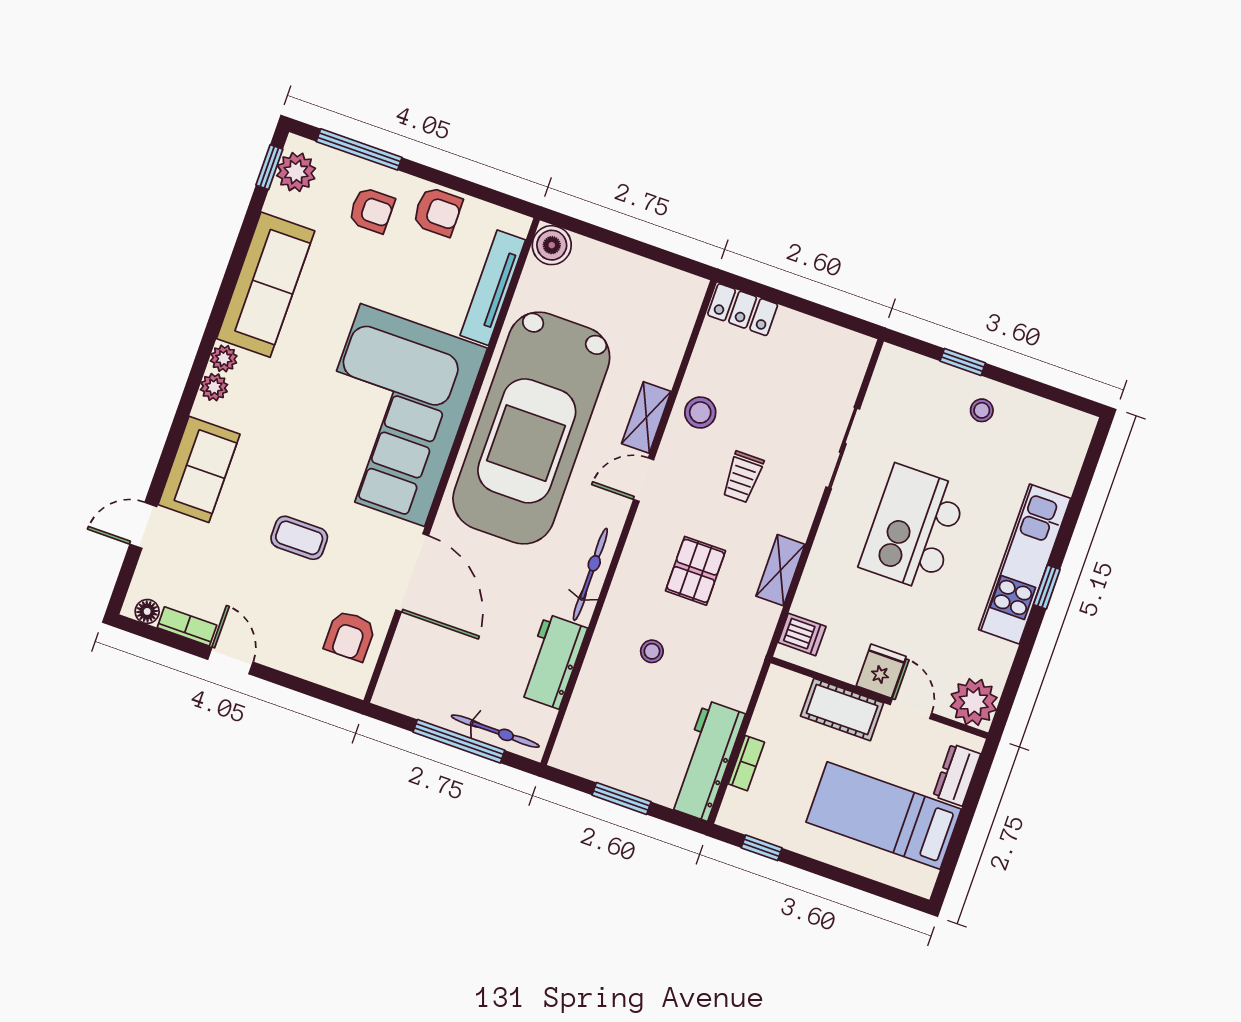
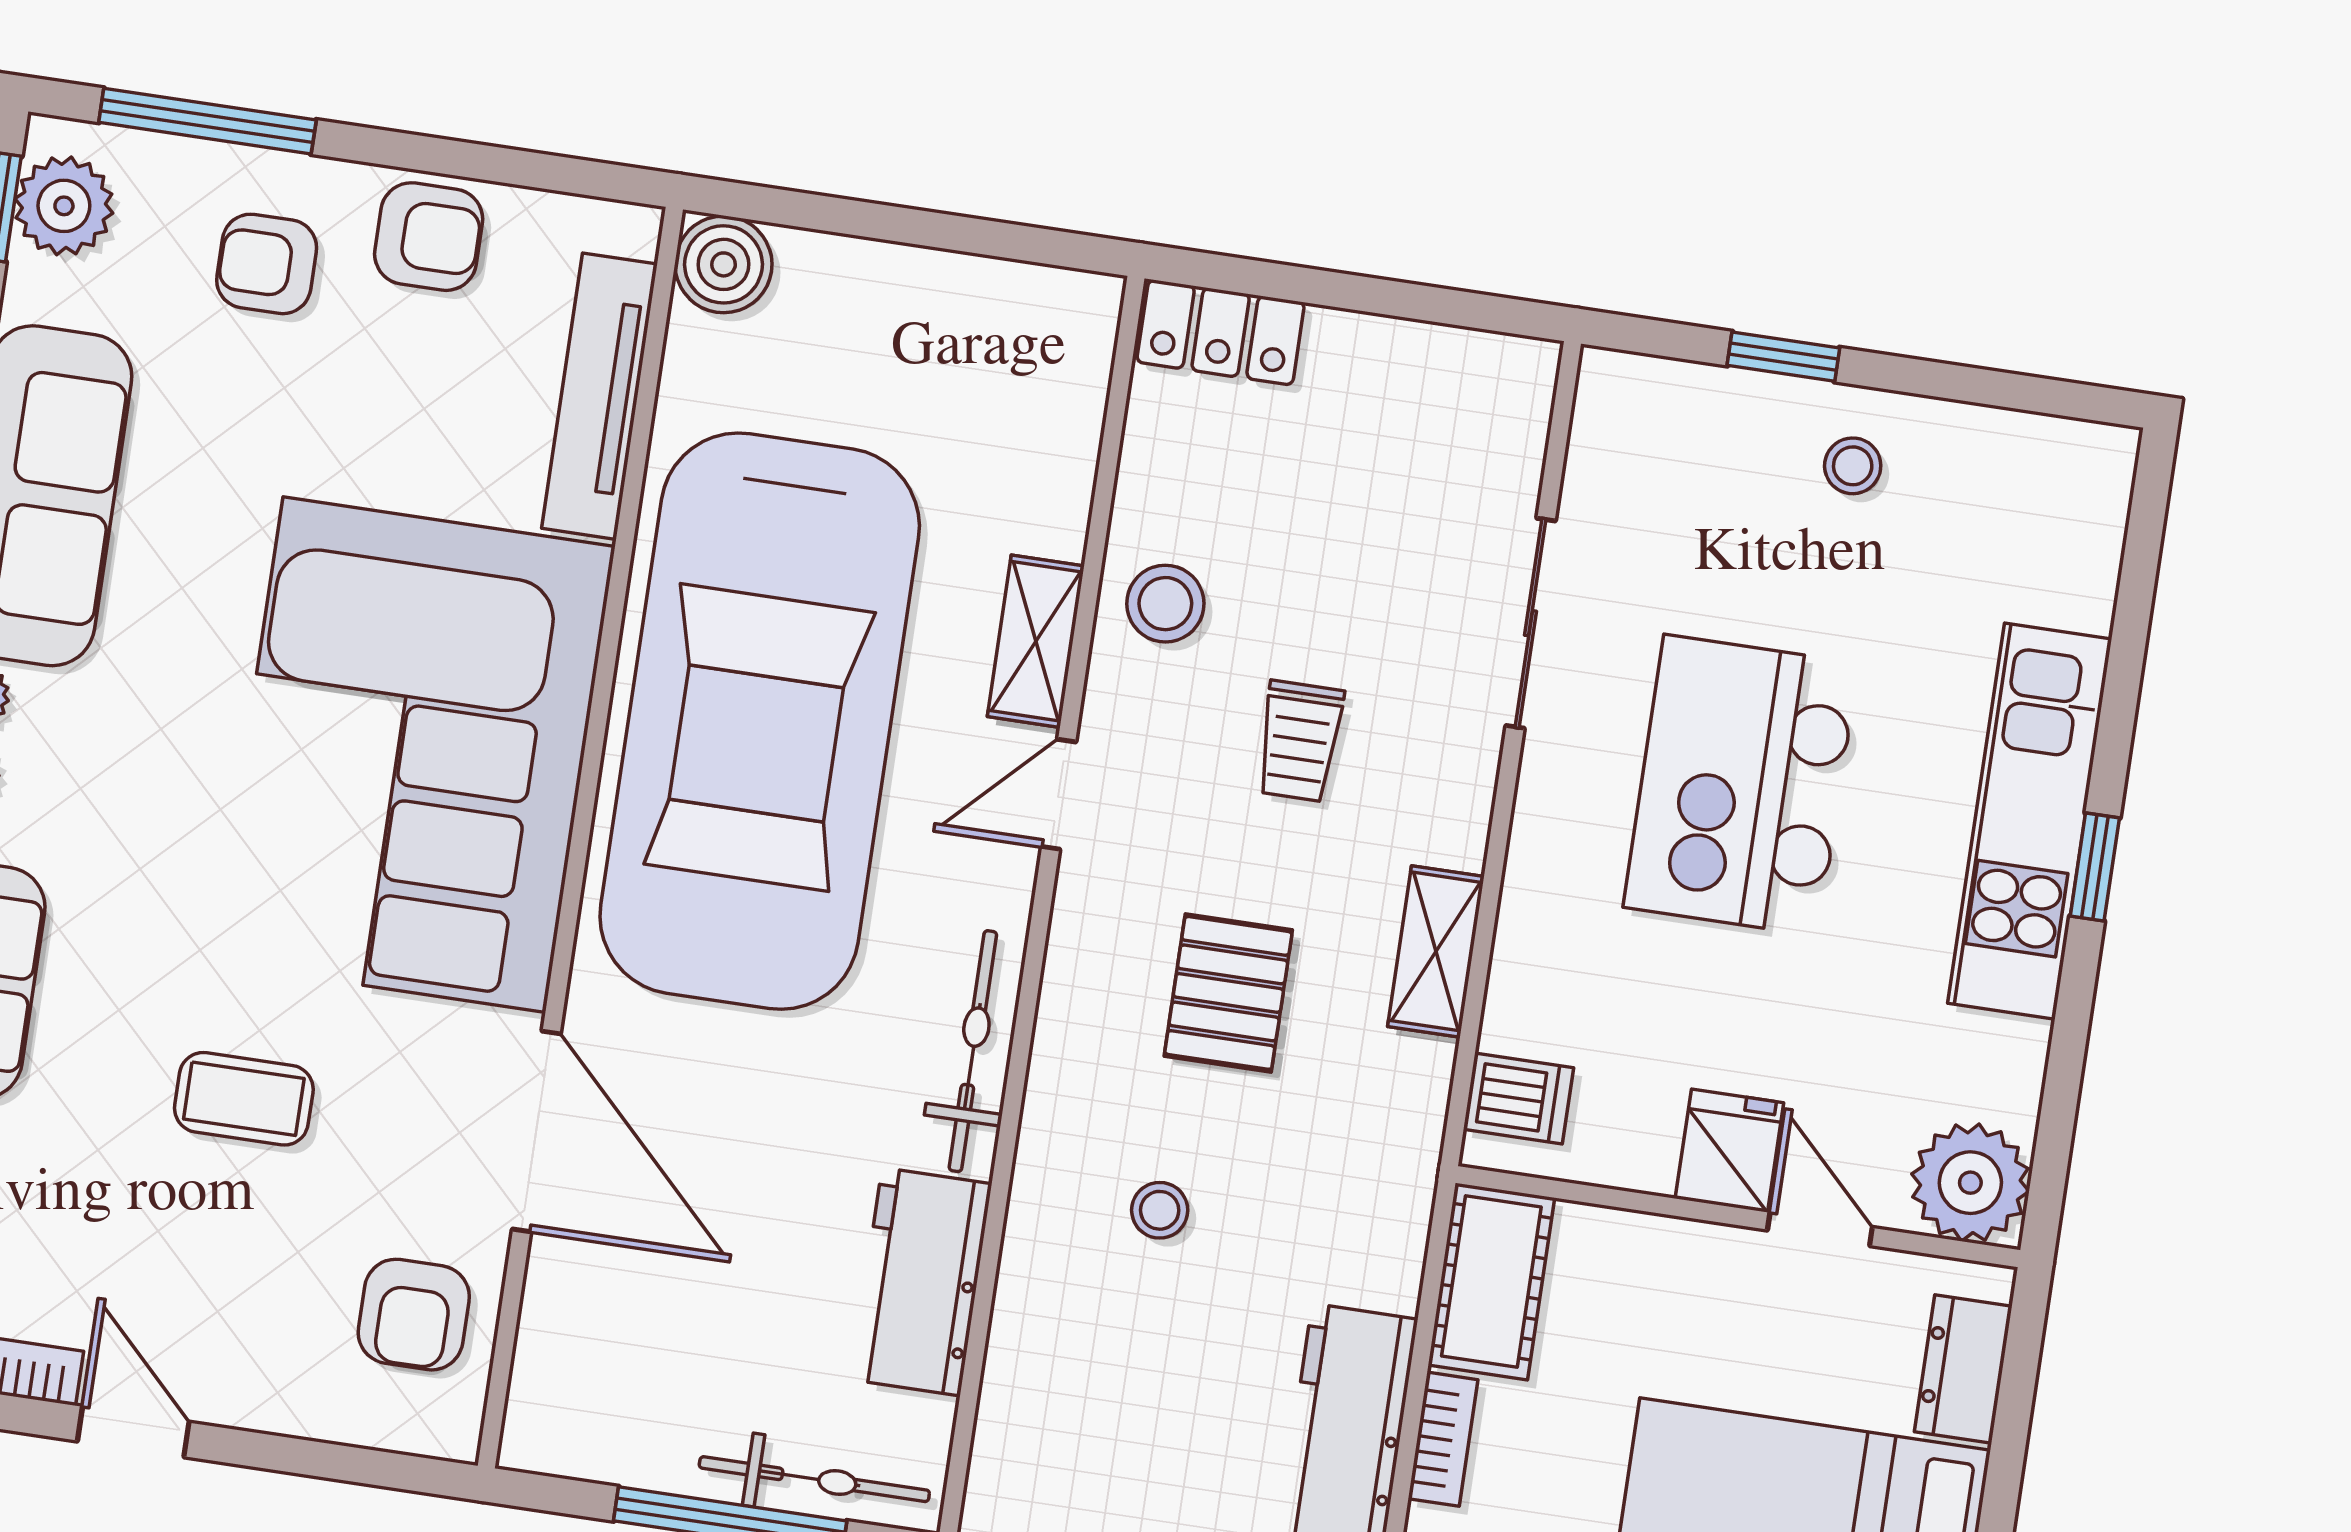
armchair: (372, 210) -> (267, 264), turned 180
cot: (842, 709) -> (1491, 1281), moved, turned 90

